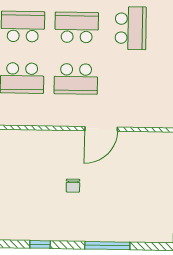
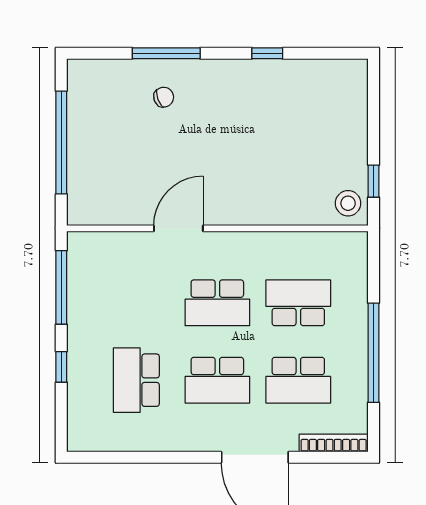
school desk: (76, 79) -> (217, 303), turned 180
chair: (73, 186) -> (164, 97), moved, turned 70

